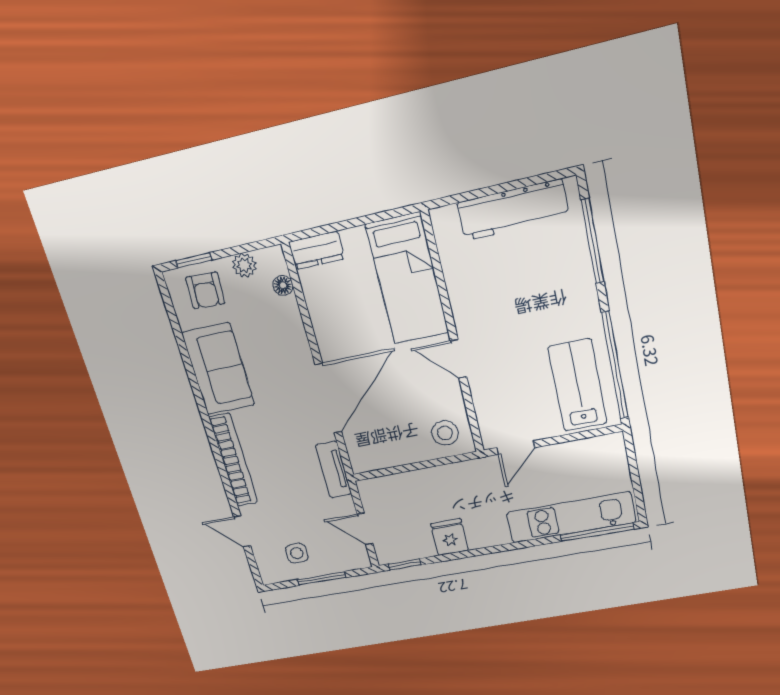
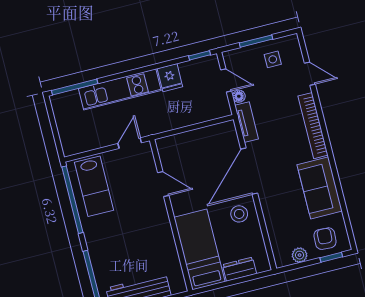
dresser: (317, 250) -> (240, 269), moved
floor lamp: (283, 285) -> (239, 96), moved
door: (459, 359) -> (163, 184), moved
stool: (445, 433) -> (239, 214), moved
kitchen unit: (571, 517) -> (120, 89), moved

